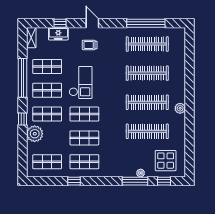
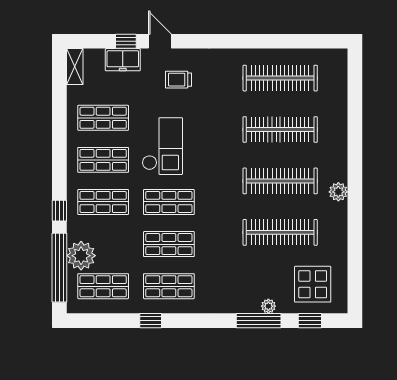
door: (92, 23) -> (160, 41), moved
window: (146, 23) -> (278, 41), removed
window: (22, 78) -> (59, 268), moved
plant: (35, 134) -> (81, 256), moved

